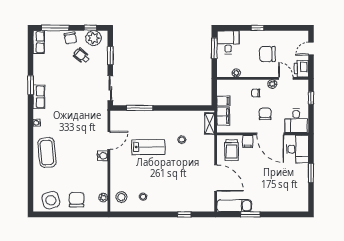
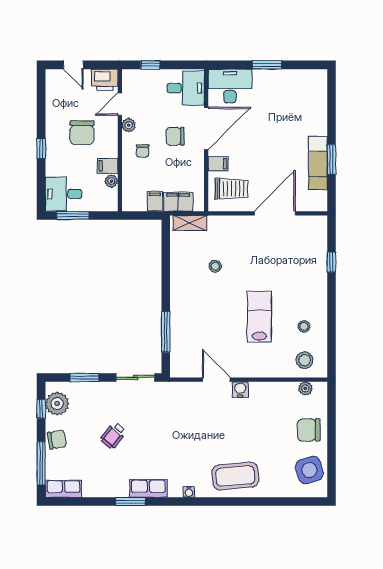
wheelchair: (81, 56) -> (113, 436), moved
filing cabinet: (246, 71) -> (108, 166), added
lab bench: (148, 147) -> (259, 317), moved
exam couch: (234, 206) -> (318, 163), moved

